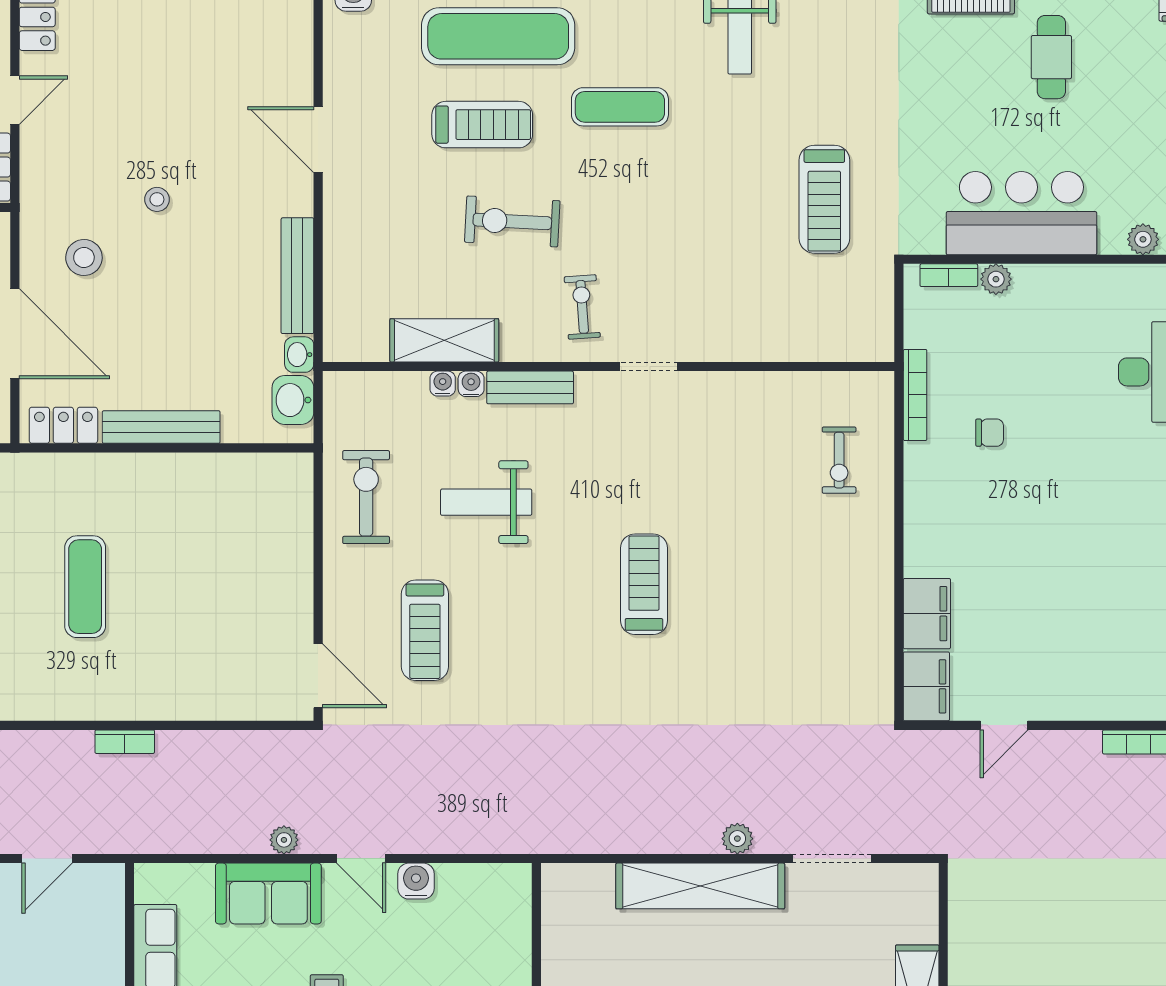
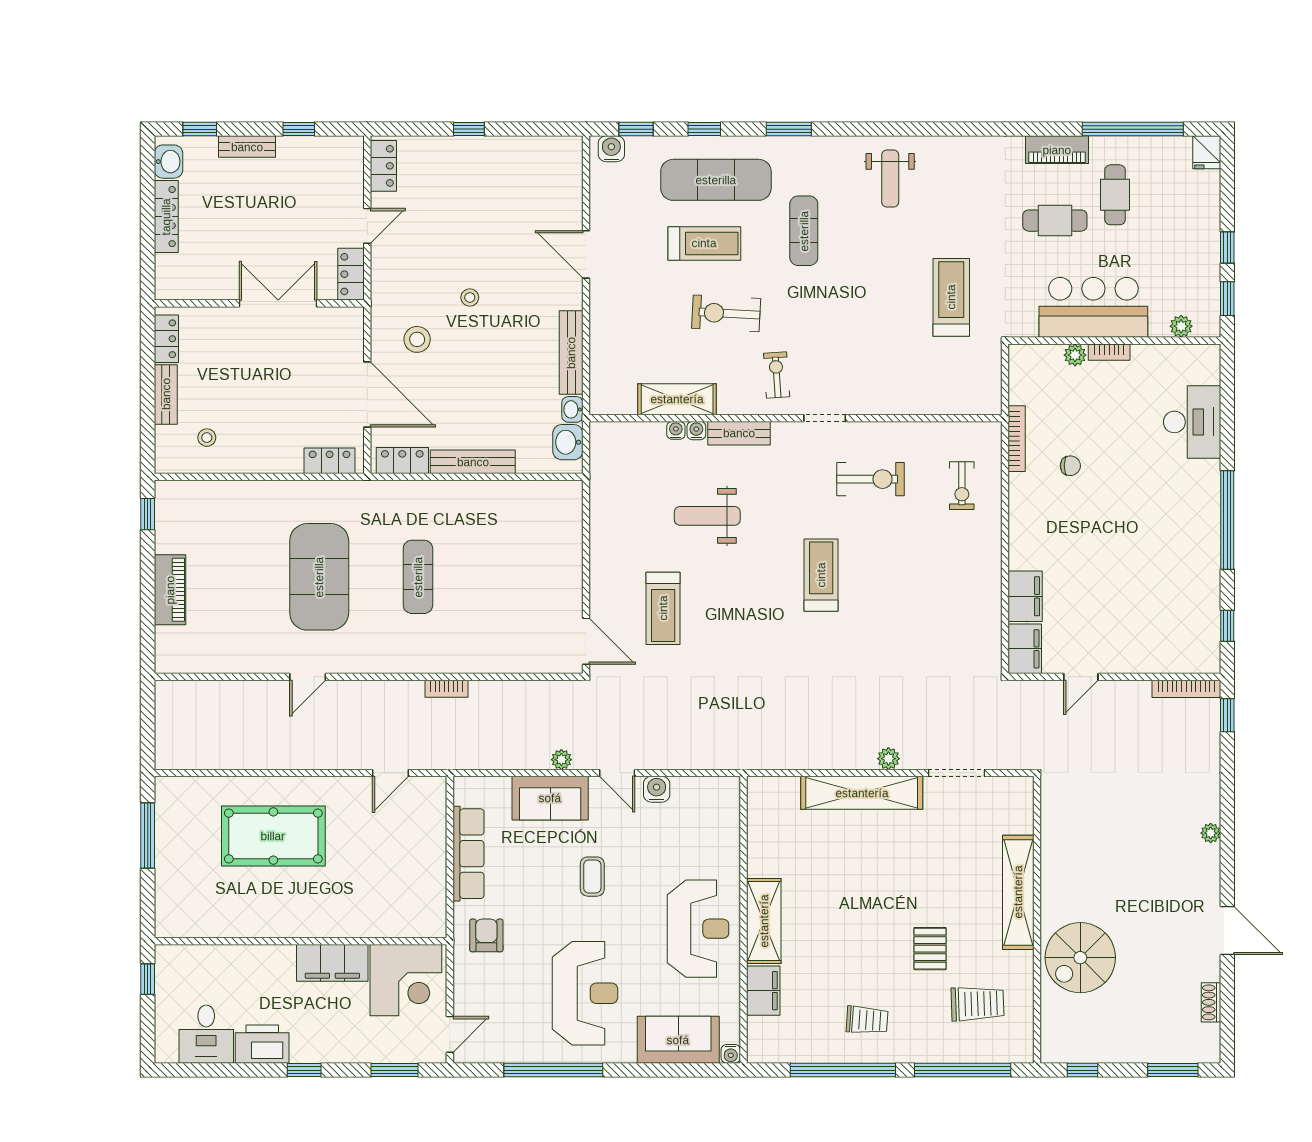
cafe table: (968, 93) -> (1055, 221), added
exercise mat: (620, 107) -> (804, 231), turned 90
treadmill: (824, 199) -> (951, 297), turned 180
bookcase: (949, 275) -> (1109, 352), moved
exercise bike: (366, 497) -> (870, 479), moved, turned 90

